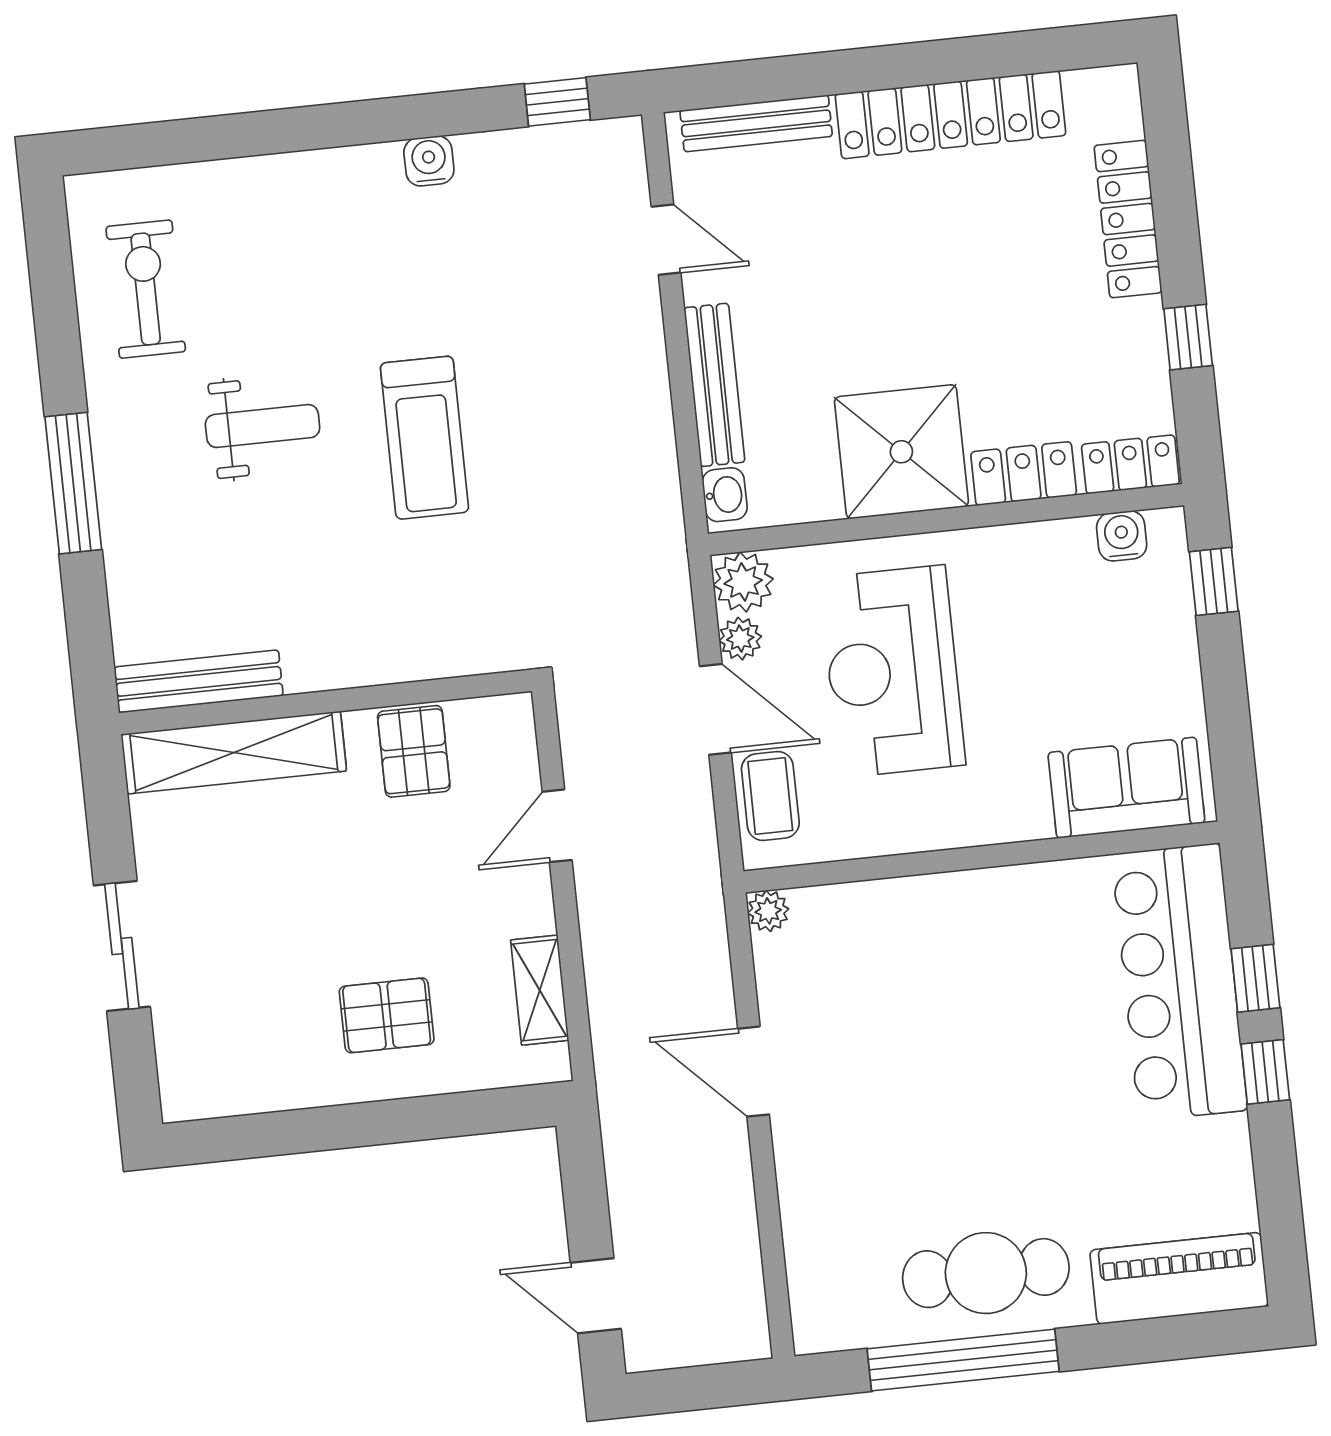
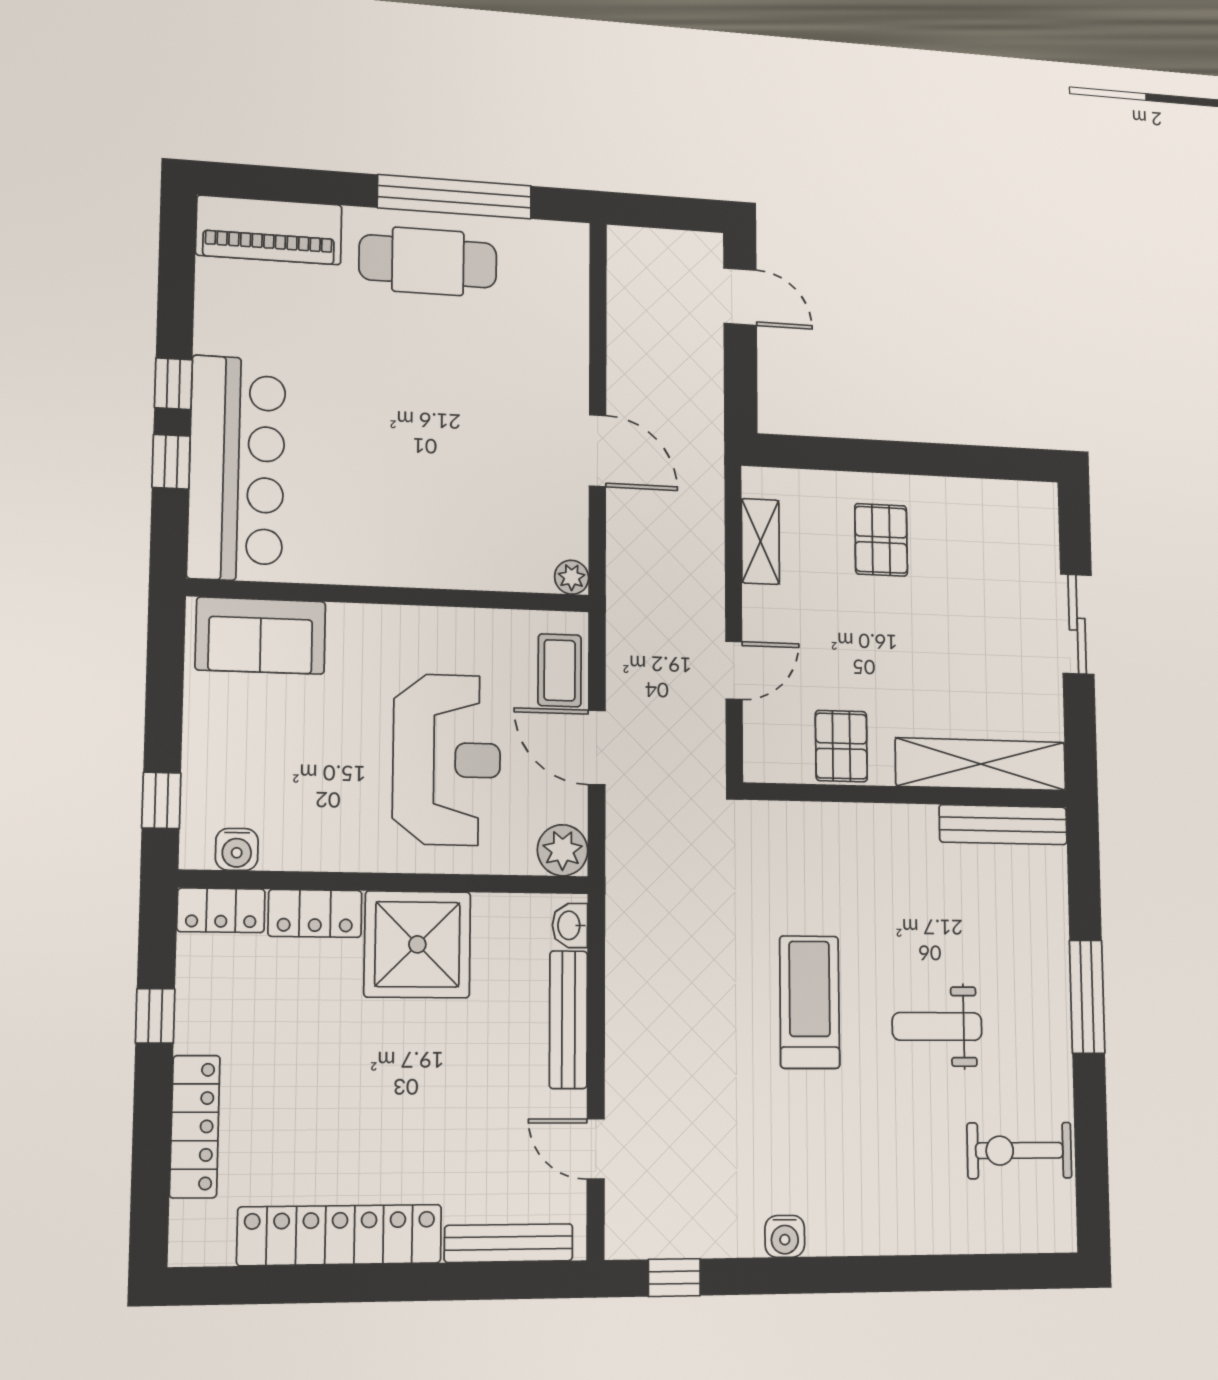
exercise bike: (146, 289) -> (1019, 1150), turned 90
plant: (740, 639) -> (570, 803), removed
pallet: (387, 1015) -> (881, 540), turned 90

